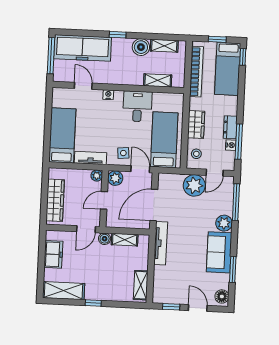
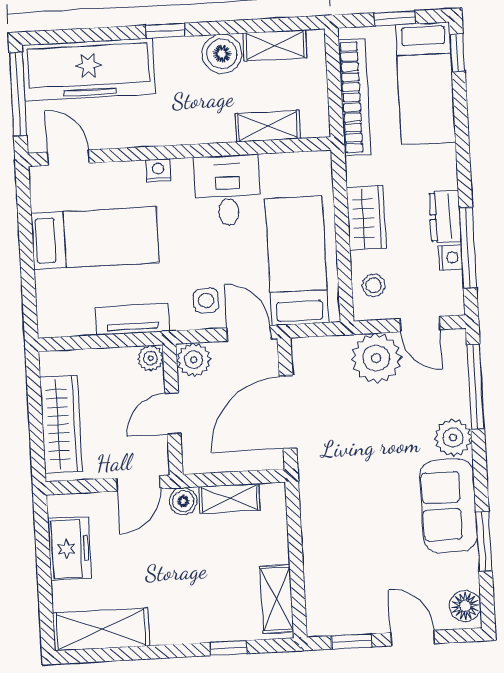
door: (83, 86) -> (68, 158), moved
bed: (62, 135) -> (95, 238), moved, turned 90
door: (215, 173) -> (420, 324), hinge flipped
tv unit: (161, 243) -> (313, 498), removed
window: (93, 303) -> (228, 648), moved

